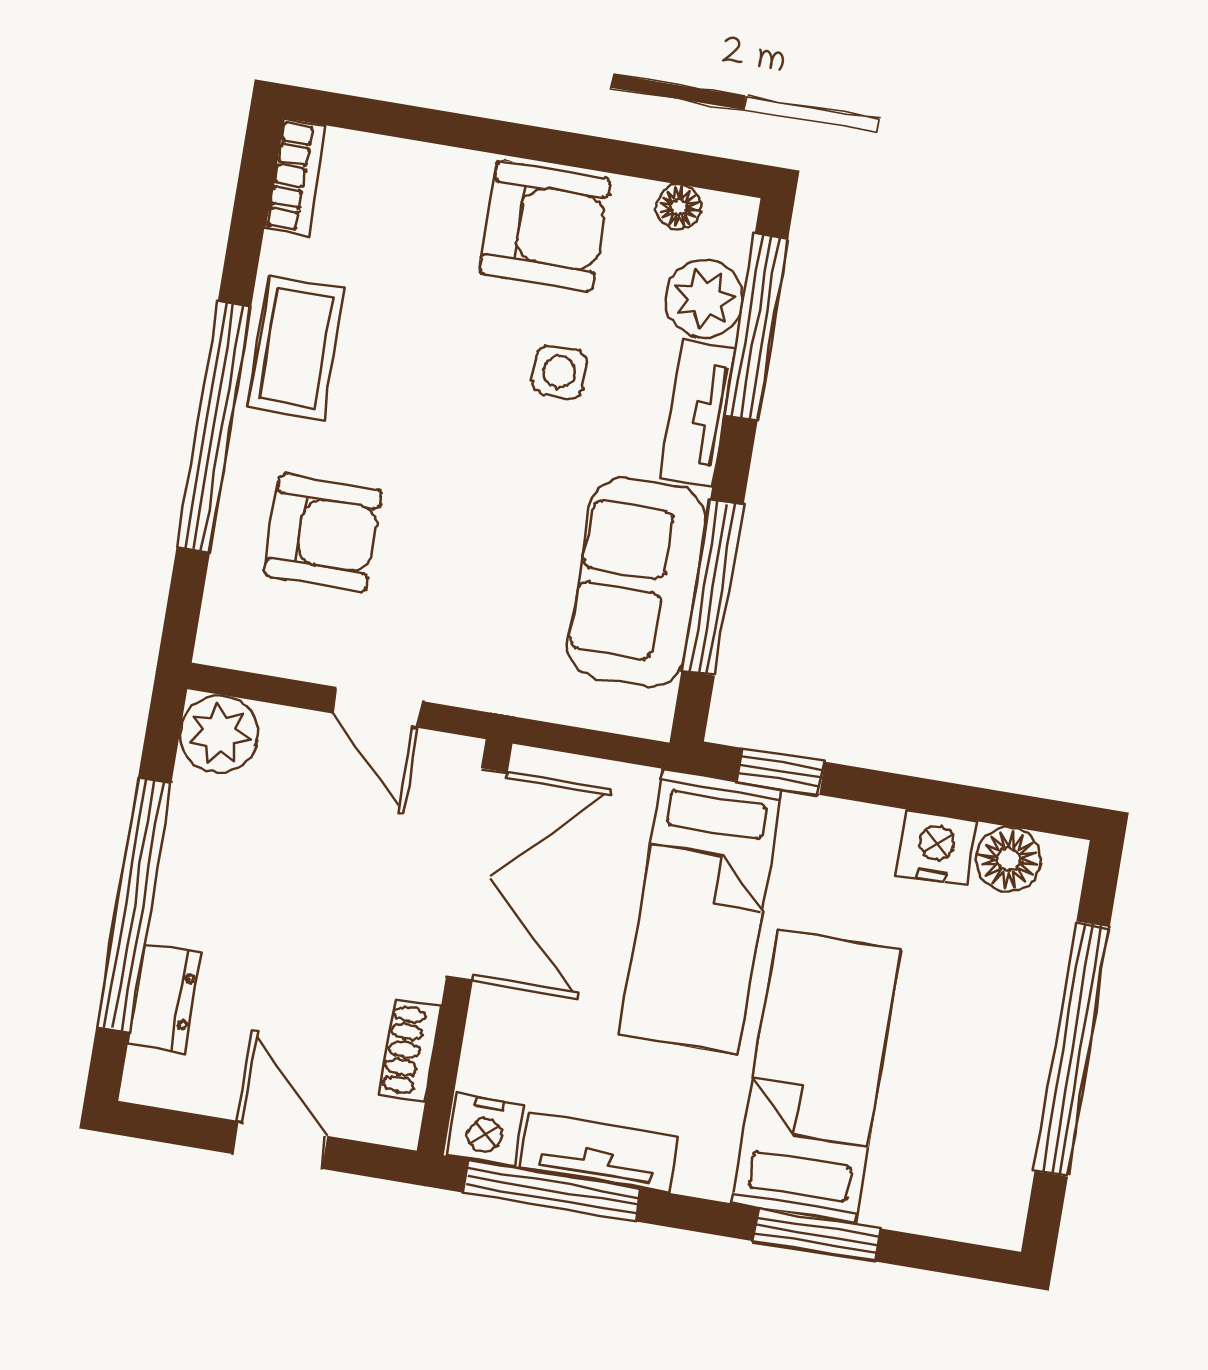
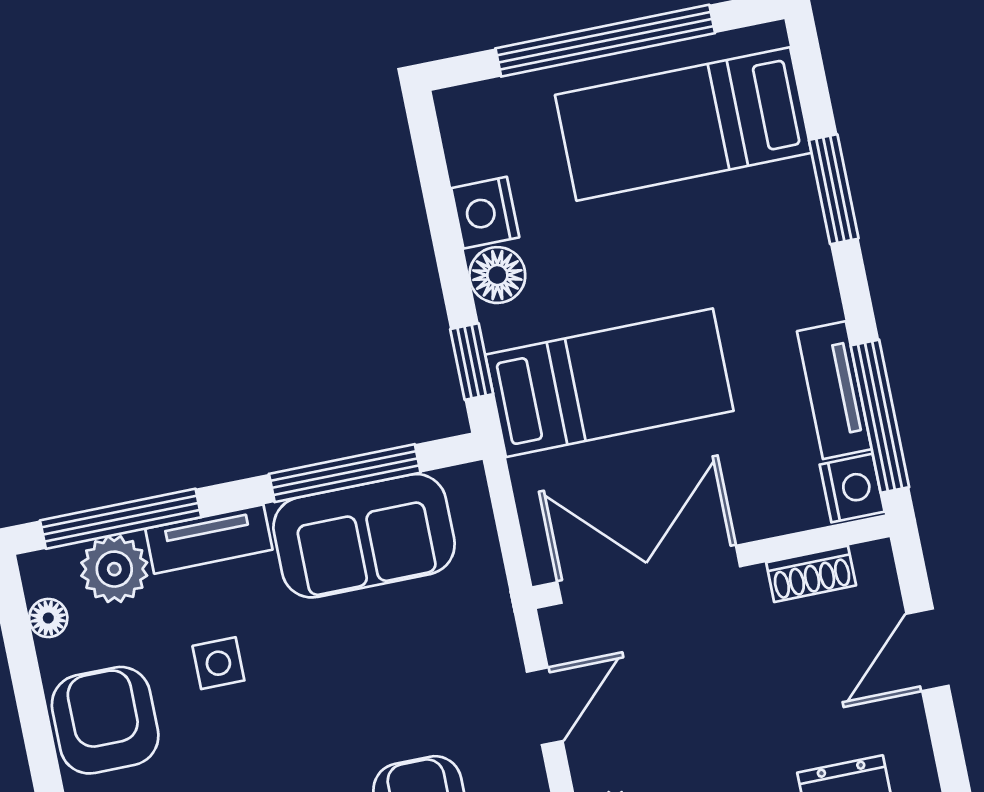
floor lamp: (1009, 859) -> (497, 275), moved
bed: (817, 1077) -> (683, 124), moved

